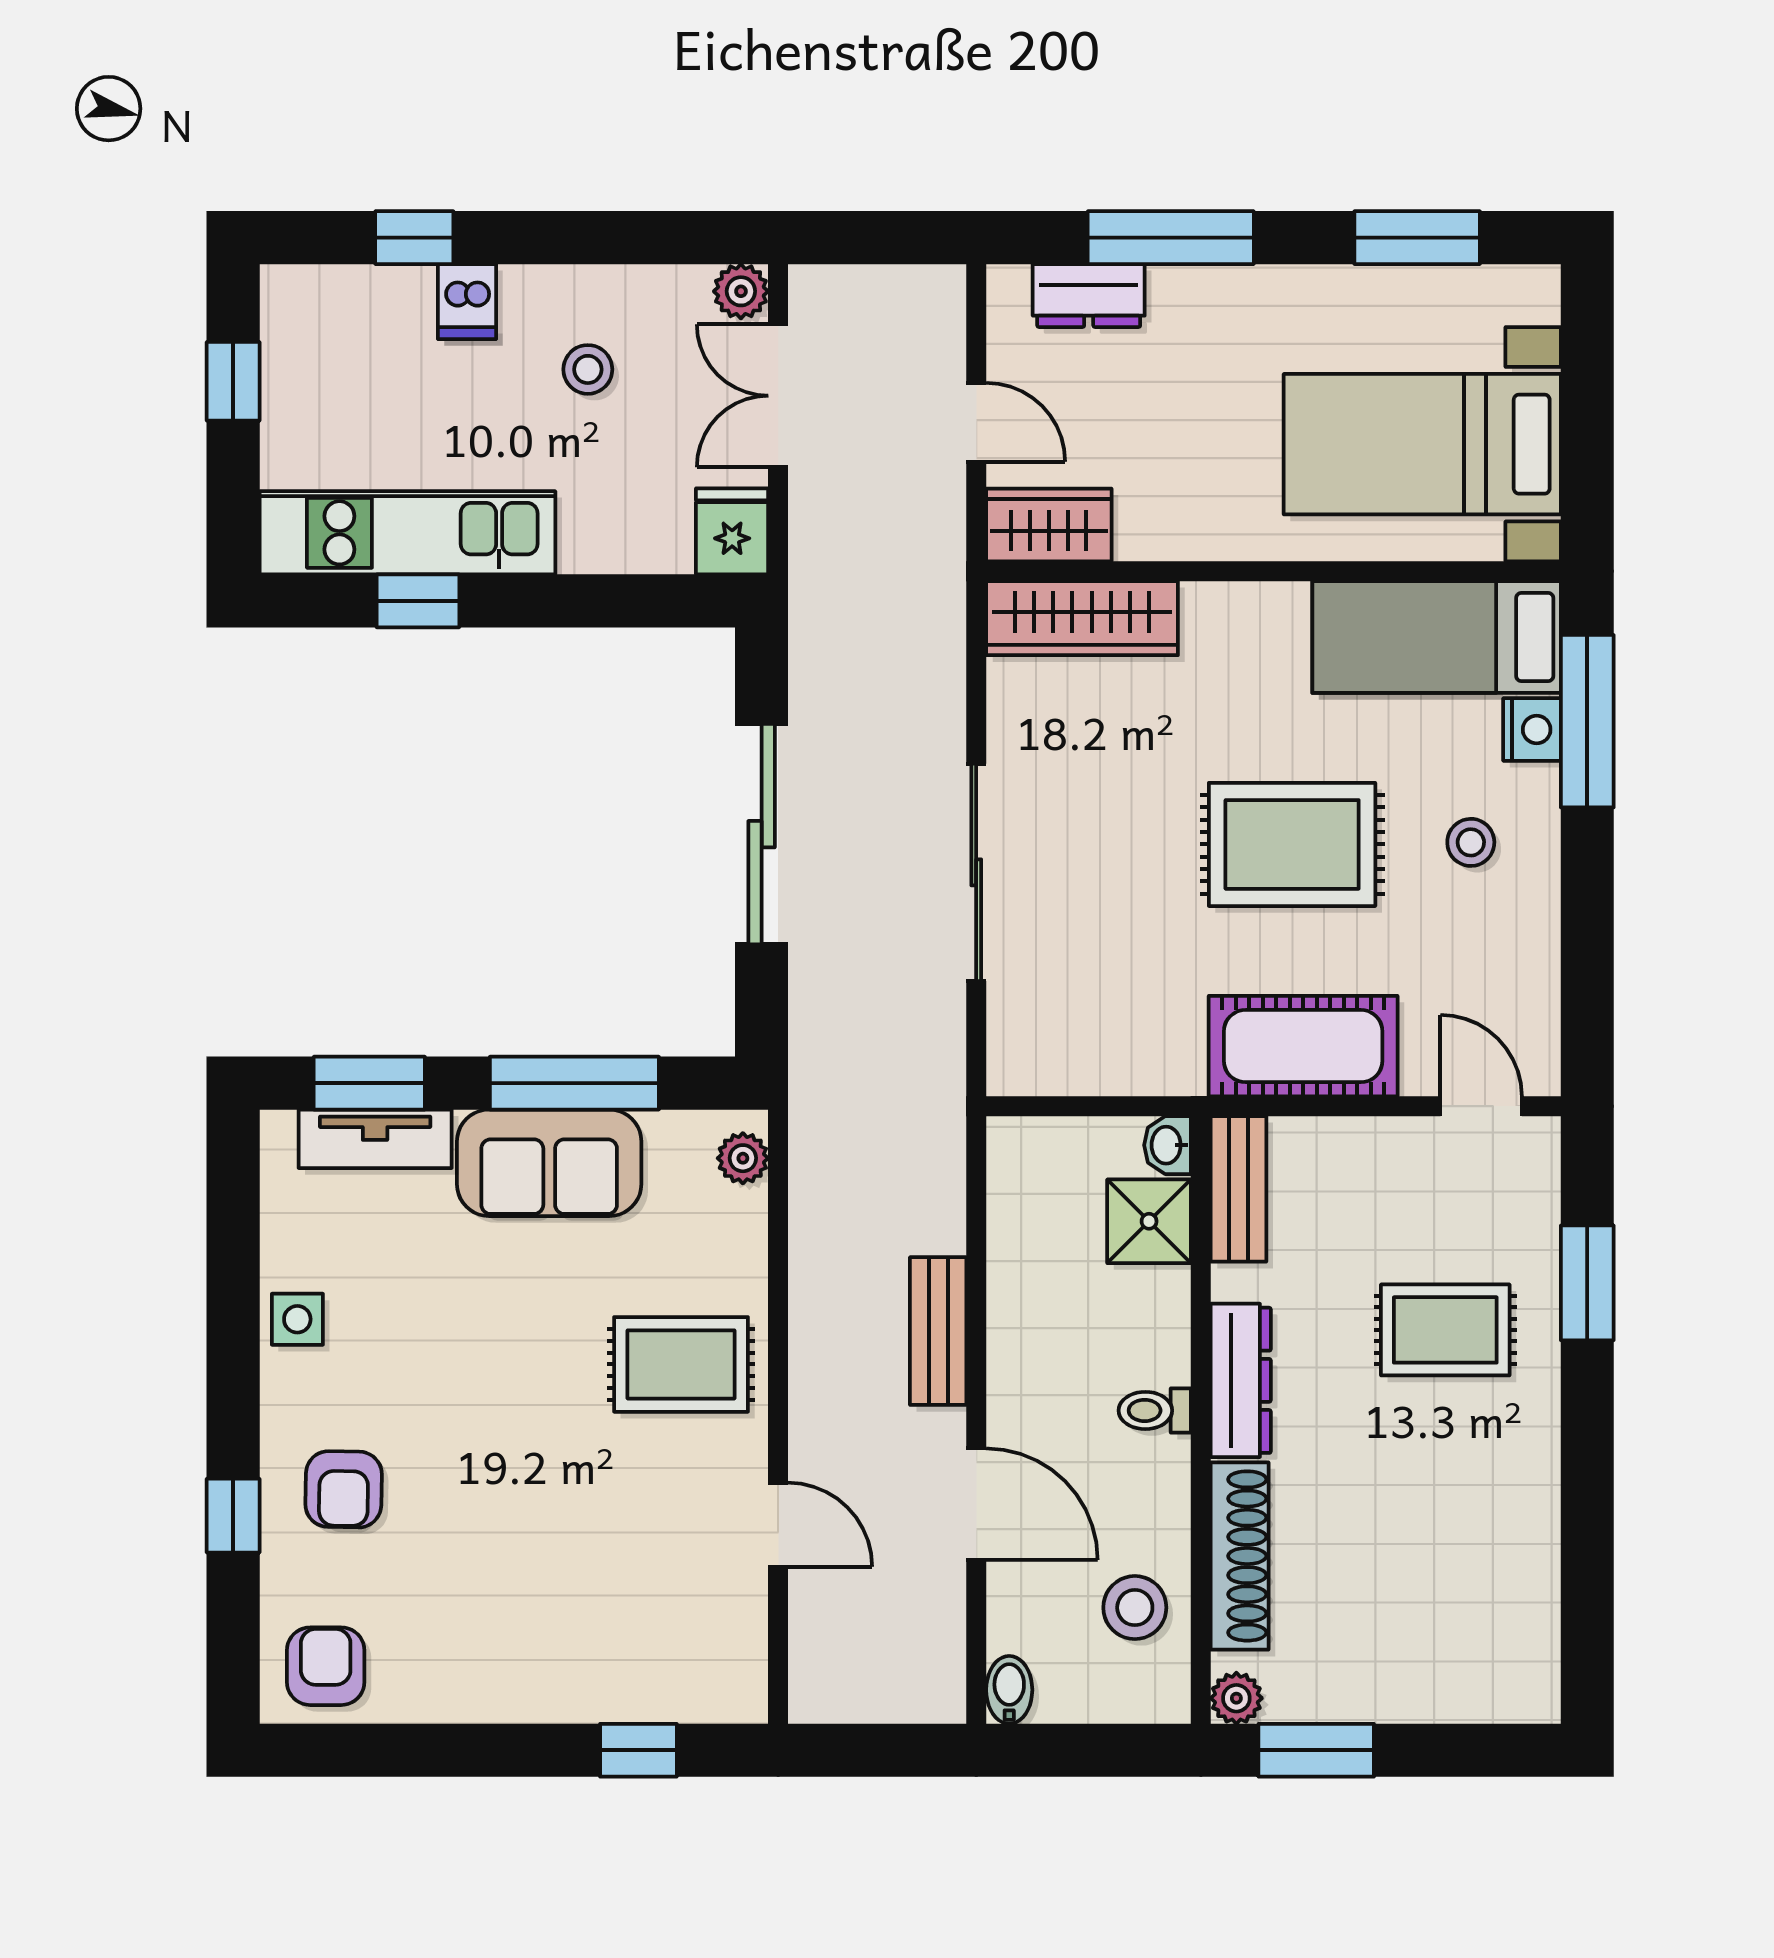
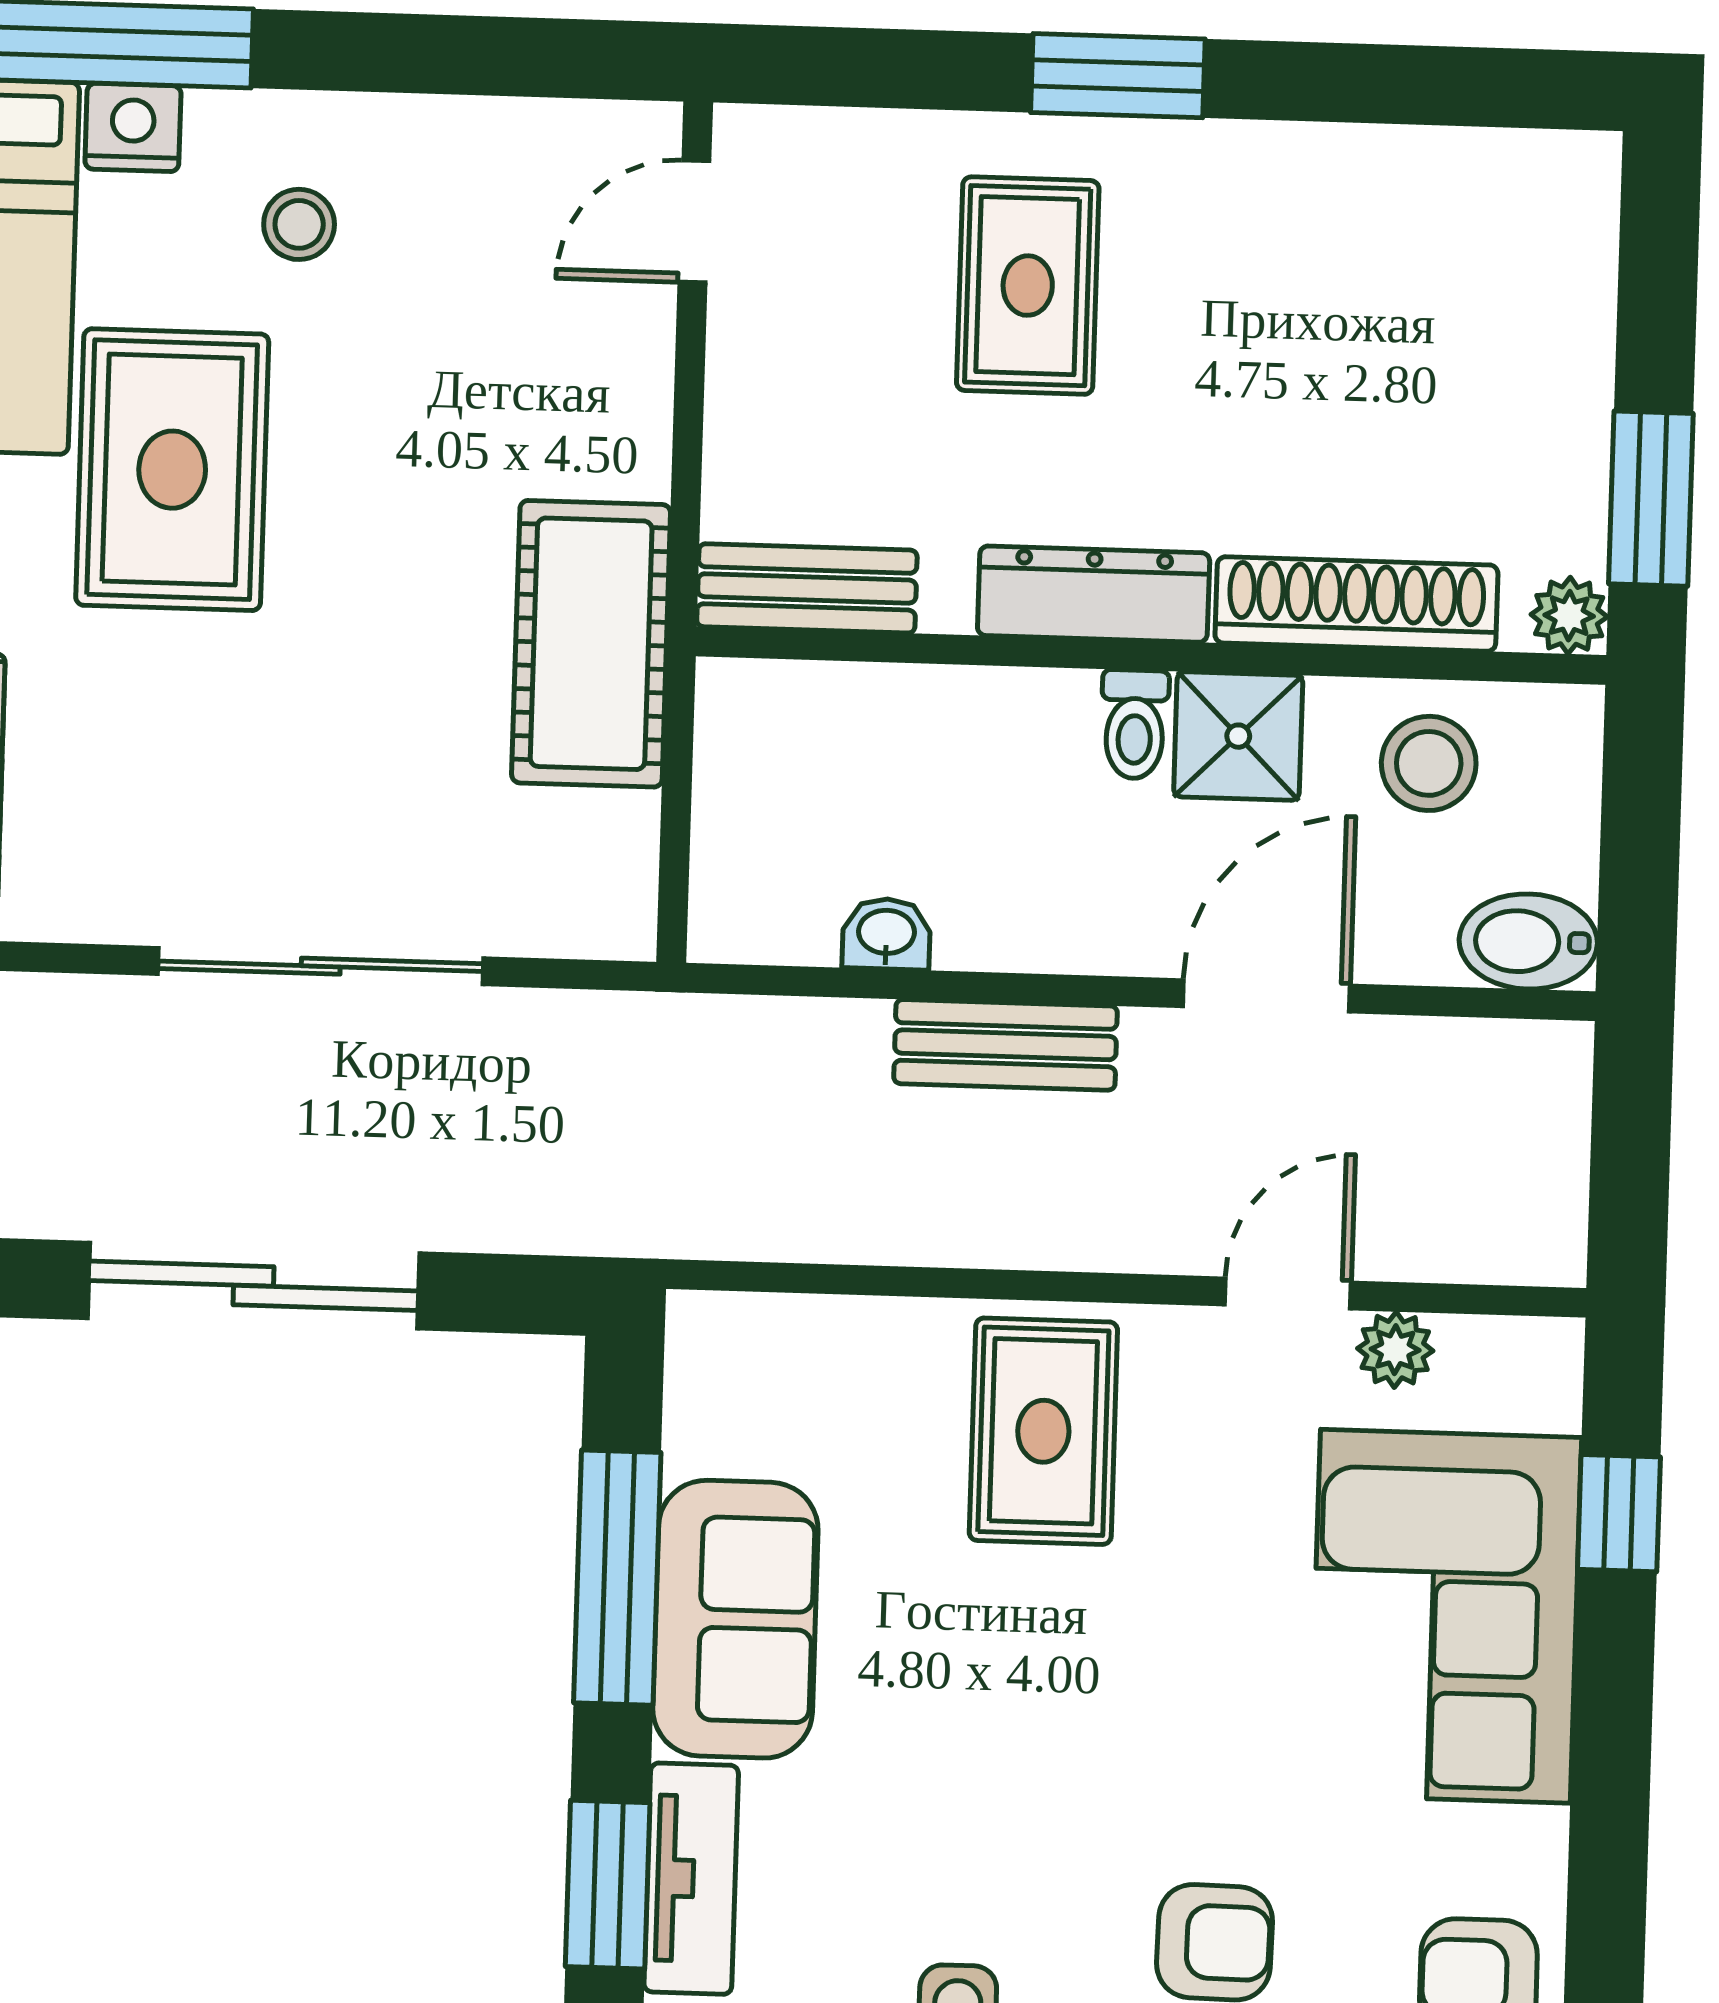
rug: (1292, 844) -> (172, 470), moved
cot: (1303, 1046) -> (591, 644), moved
washbasin: (1167, 1145) -> (886, 934), moved, turned 180
plant: (743, 1158) -> (1395, 1350), moved
shower: (1149, 1221) -> (1238, 736), moved
window: (1587, 1283) -> (1118, 76), moved
corner sofa: (566, 1637) -> (1445, 1616), added
bidet: (1009, 1690) -> (1528, 941), width x1.38, depth x1.36

